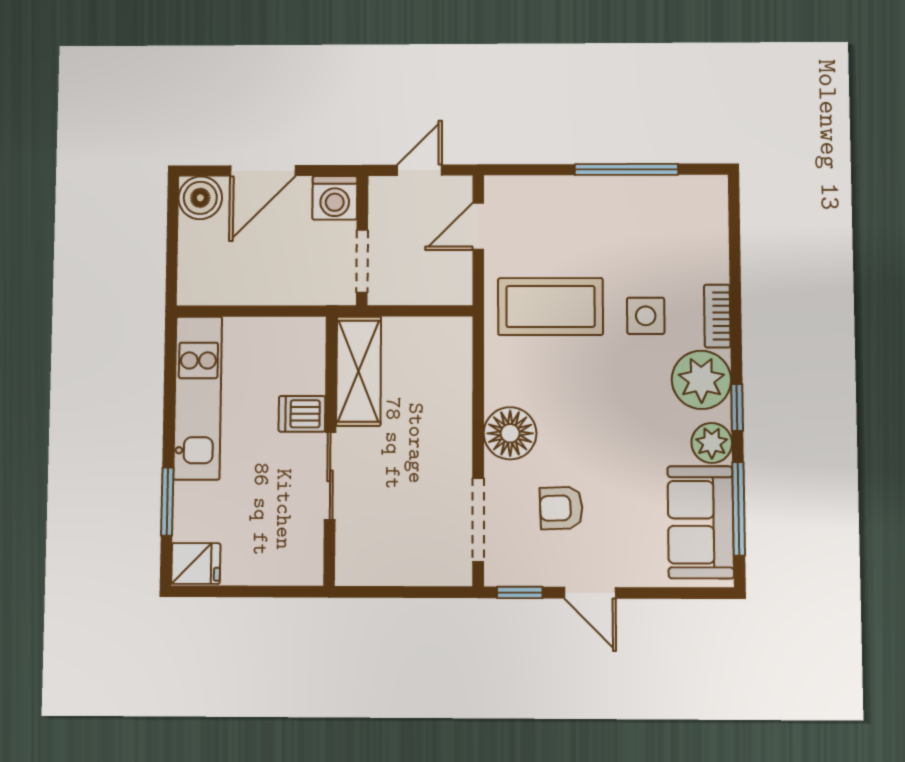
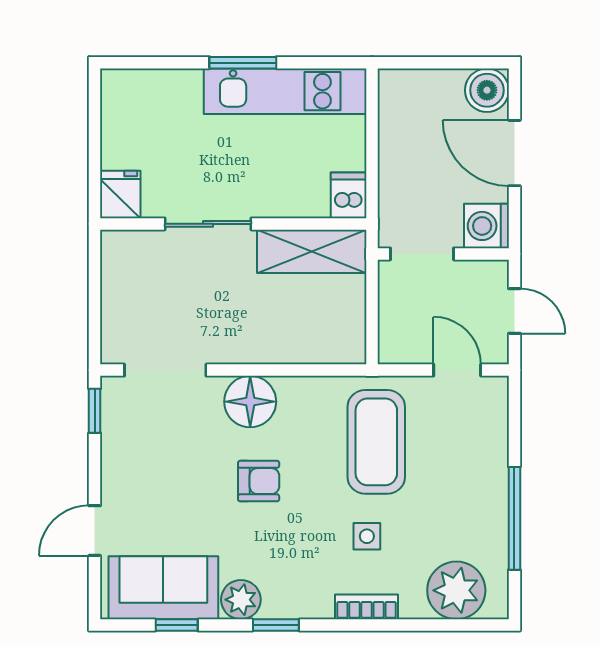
side table: (646, 316) -> (367, 536), width x0.73, depth x0.73
plant: (701, 380) -> (456, 590), moved
dishwasher: (302, 414) -> (349, 195), moved
window: (167, 501) -> (243, 63), moved
armchair: (561, 508) -> (259, 481), moved, turned 92
window: (739, 509) -> (177, 625), width x0.46
fridge: (196, 563) -> (120, 194), moved, turned 180
door: (590, 593) -> (95, 531), moved

